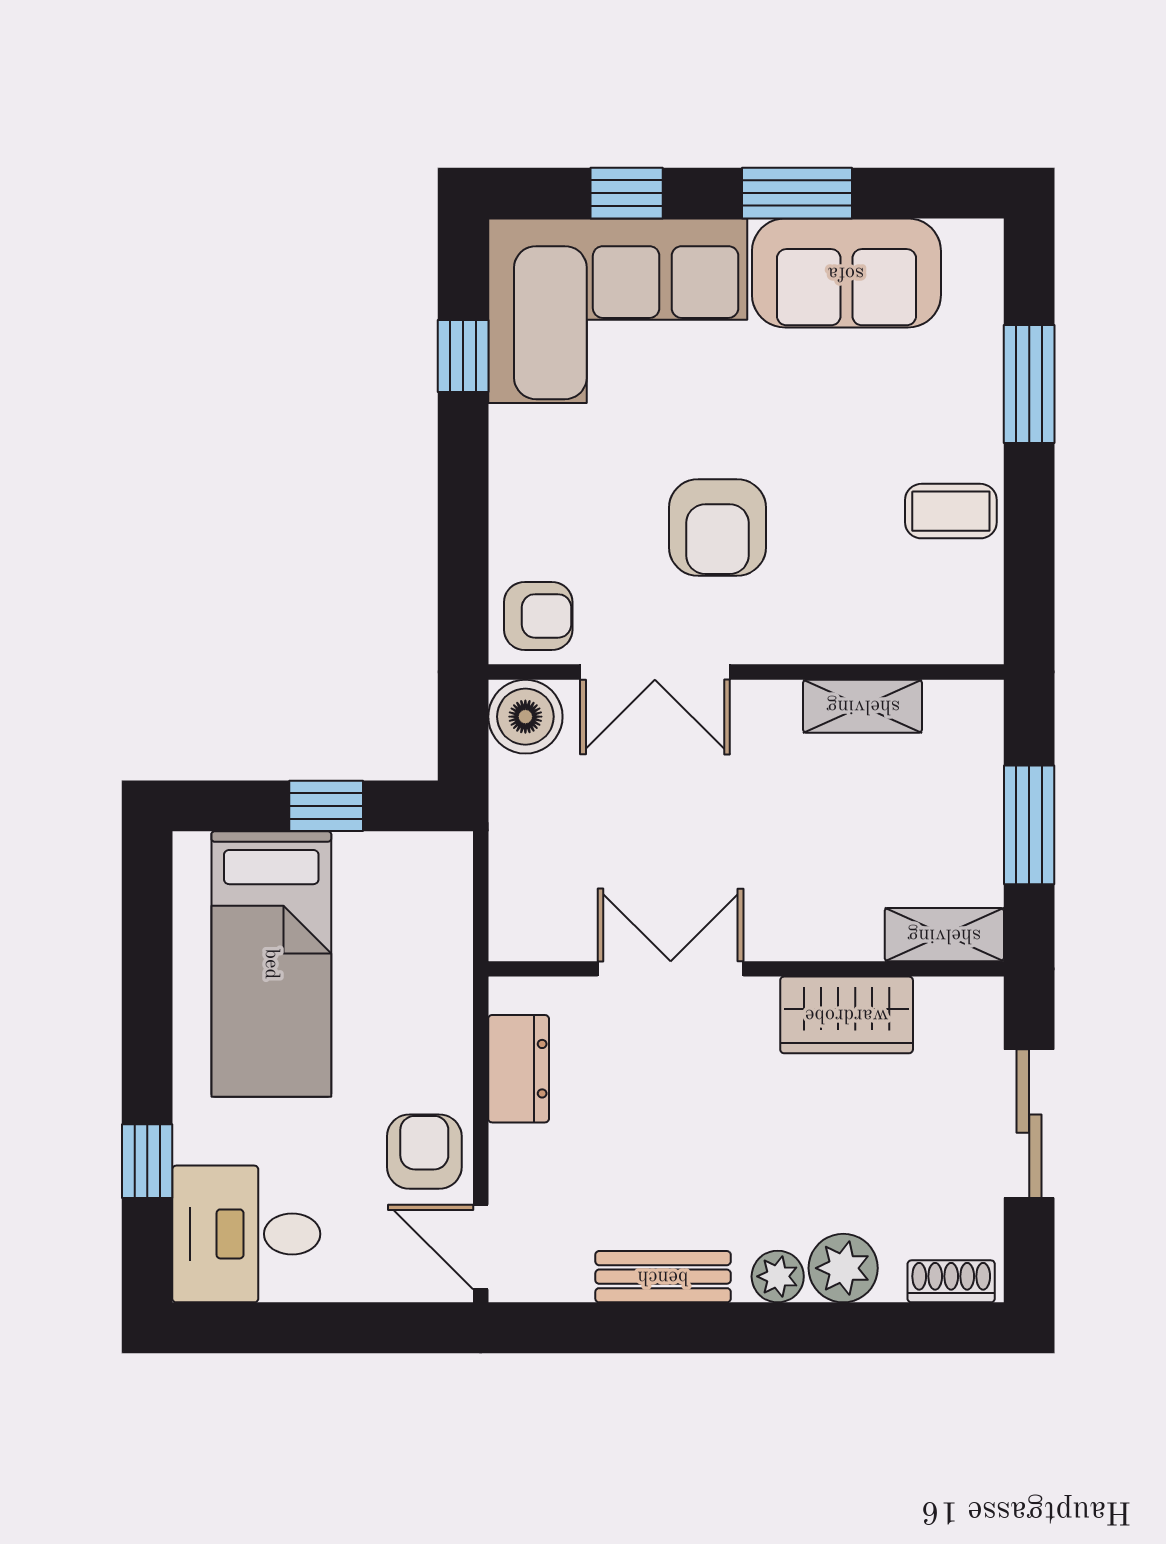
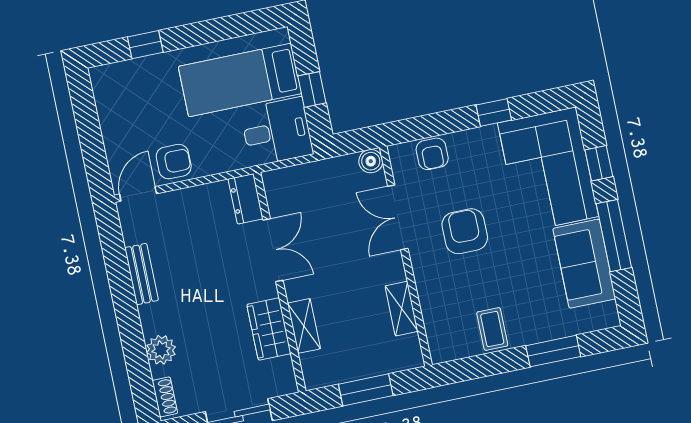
window: (797, 193) -> (614, 236), width x1.44
window: (463, 356) -> (494, 112), moved
armchair: (717, 527) -> (465, 231), turned 90
armchair: (538, 616) -> (432, 154), moved
boiler: (525, 717) -> (371, 161), width x0.73, depth x0.73
shelving: (944, 935) -> (304, 326), moved
dresser: (519, 1069) -> (246, 199), moved, turned 90
desk: (246, 1234) -> (277, 131), moved, turned 90
plant: (778, 1276) -> (152, 323), removed

